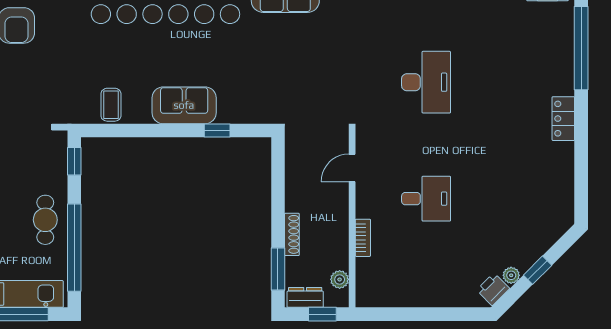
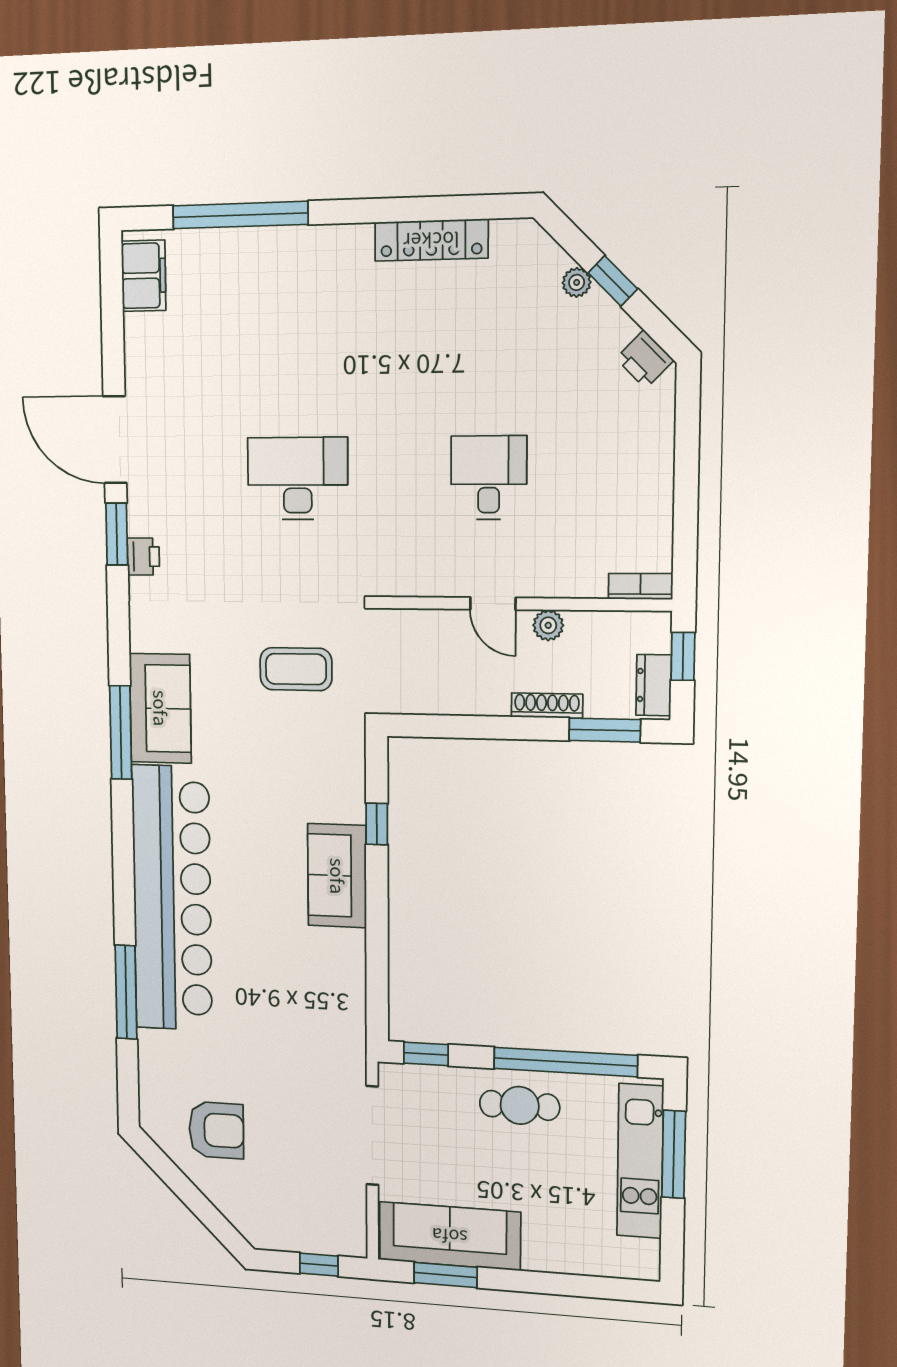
coffee table: (111, 105) -> (296, 669), moved, width x1.36, depth x1.30
locker: (563, 119) -> (431, 240), moved, width x1.53
door: (352, 168) -> (493, 604), moved
bookcase: (363, 238) -> (640, 586), moved
plant: (511, 275) -> (577, 282), moved
plant: (340, 279) -> (548, 625), moved

